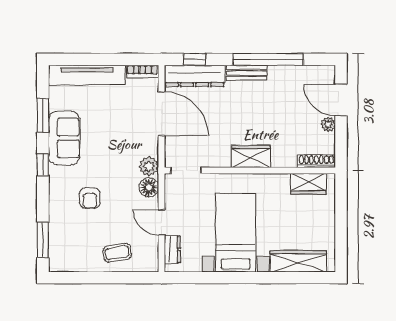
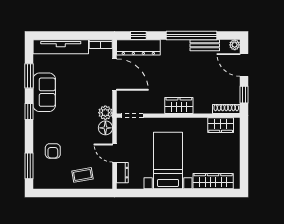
bench: (247, 73) -> (205, 45), moved
plant: (328, 124) -> (235, 45), moved
window: (341, 141) -> (244, 95), added
armchair: (90, 198) -> (53, 151), moved

